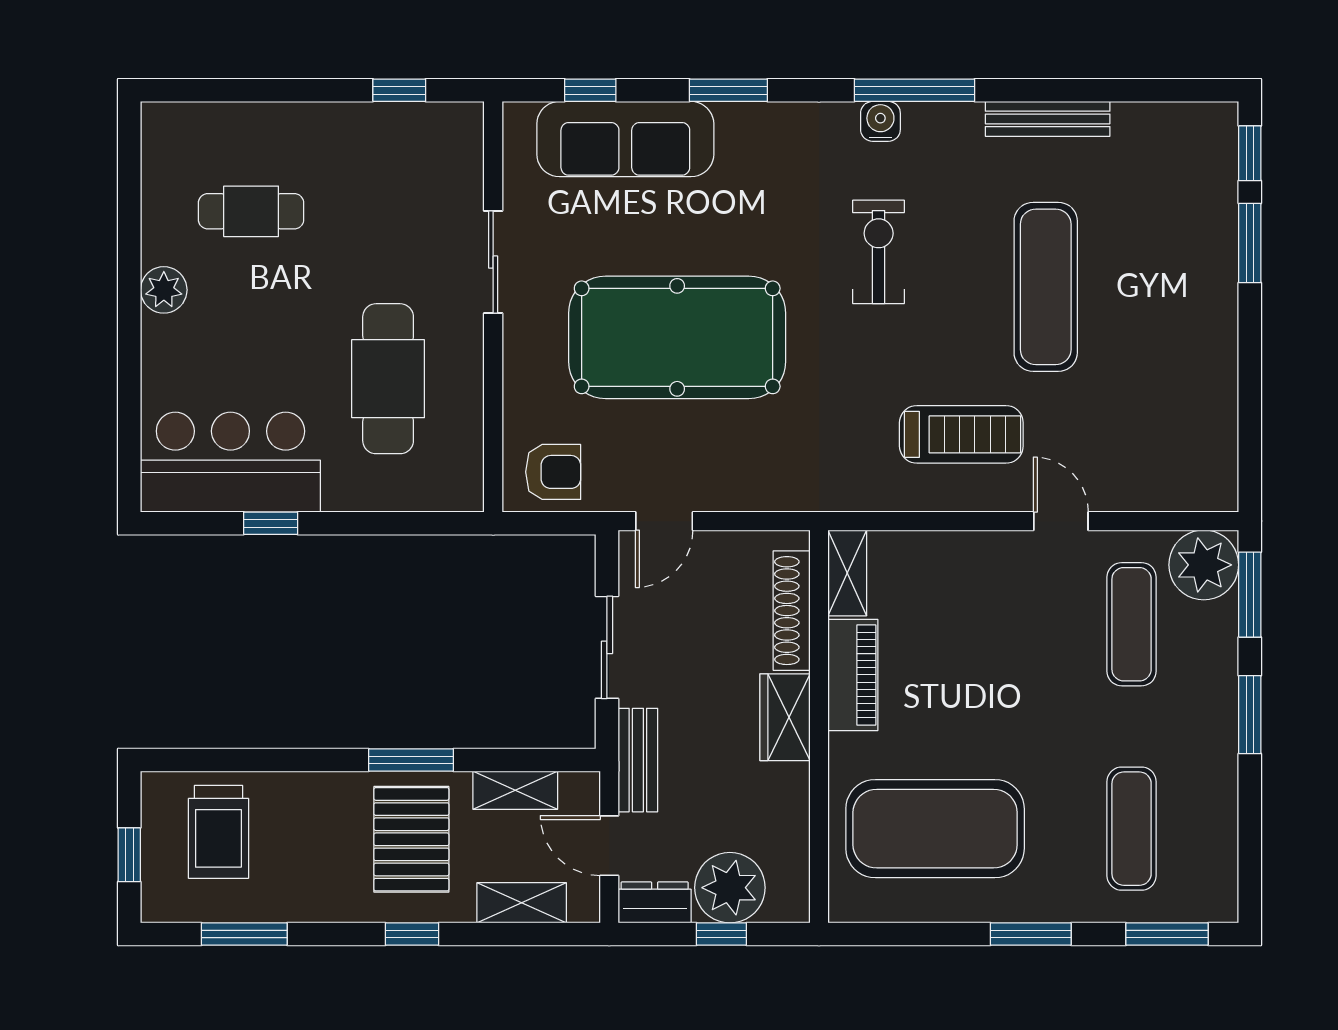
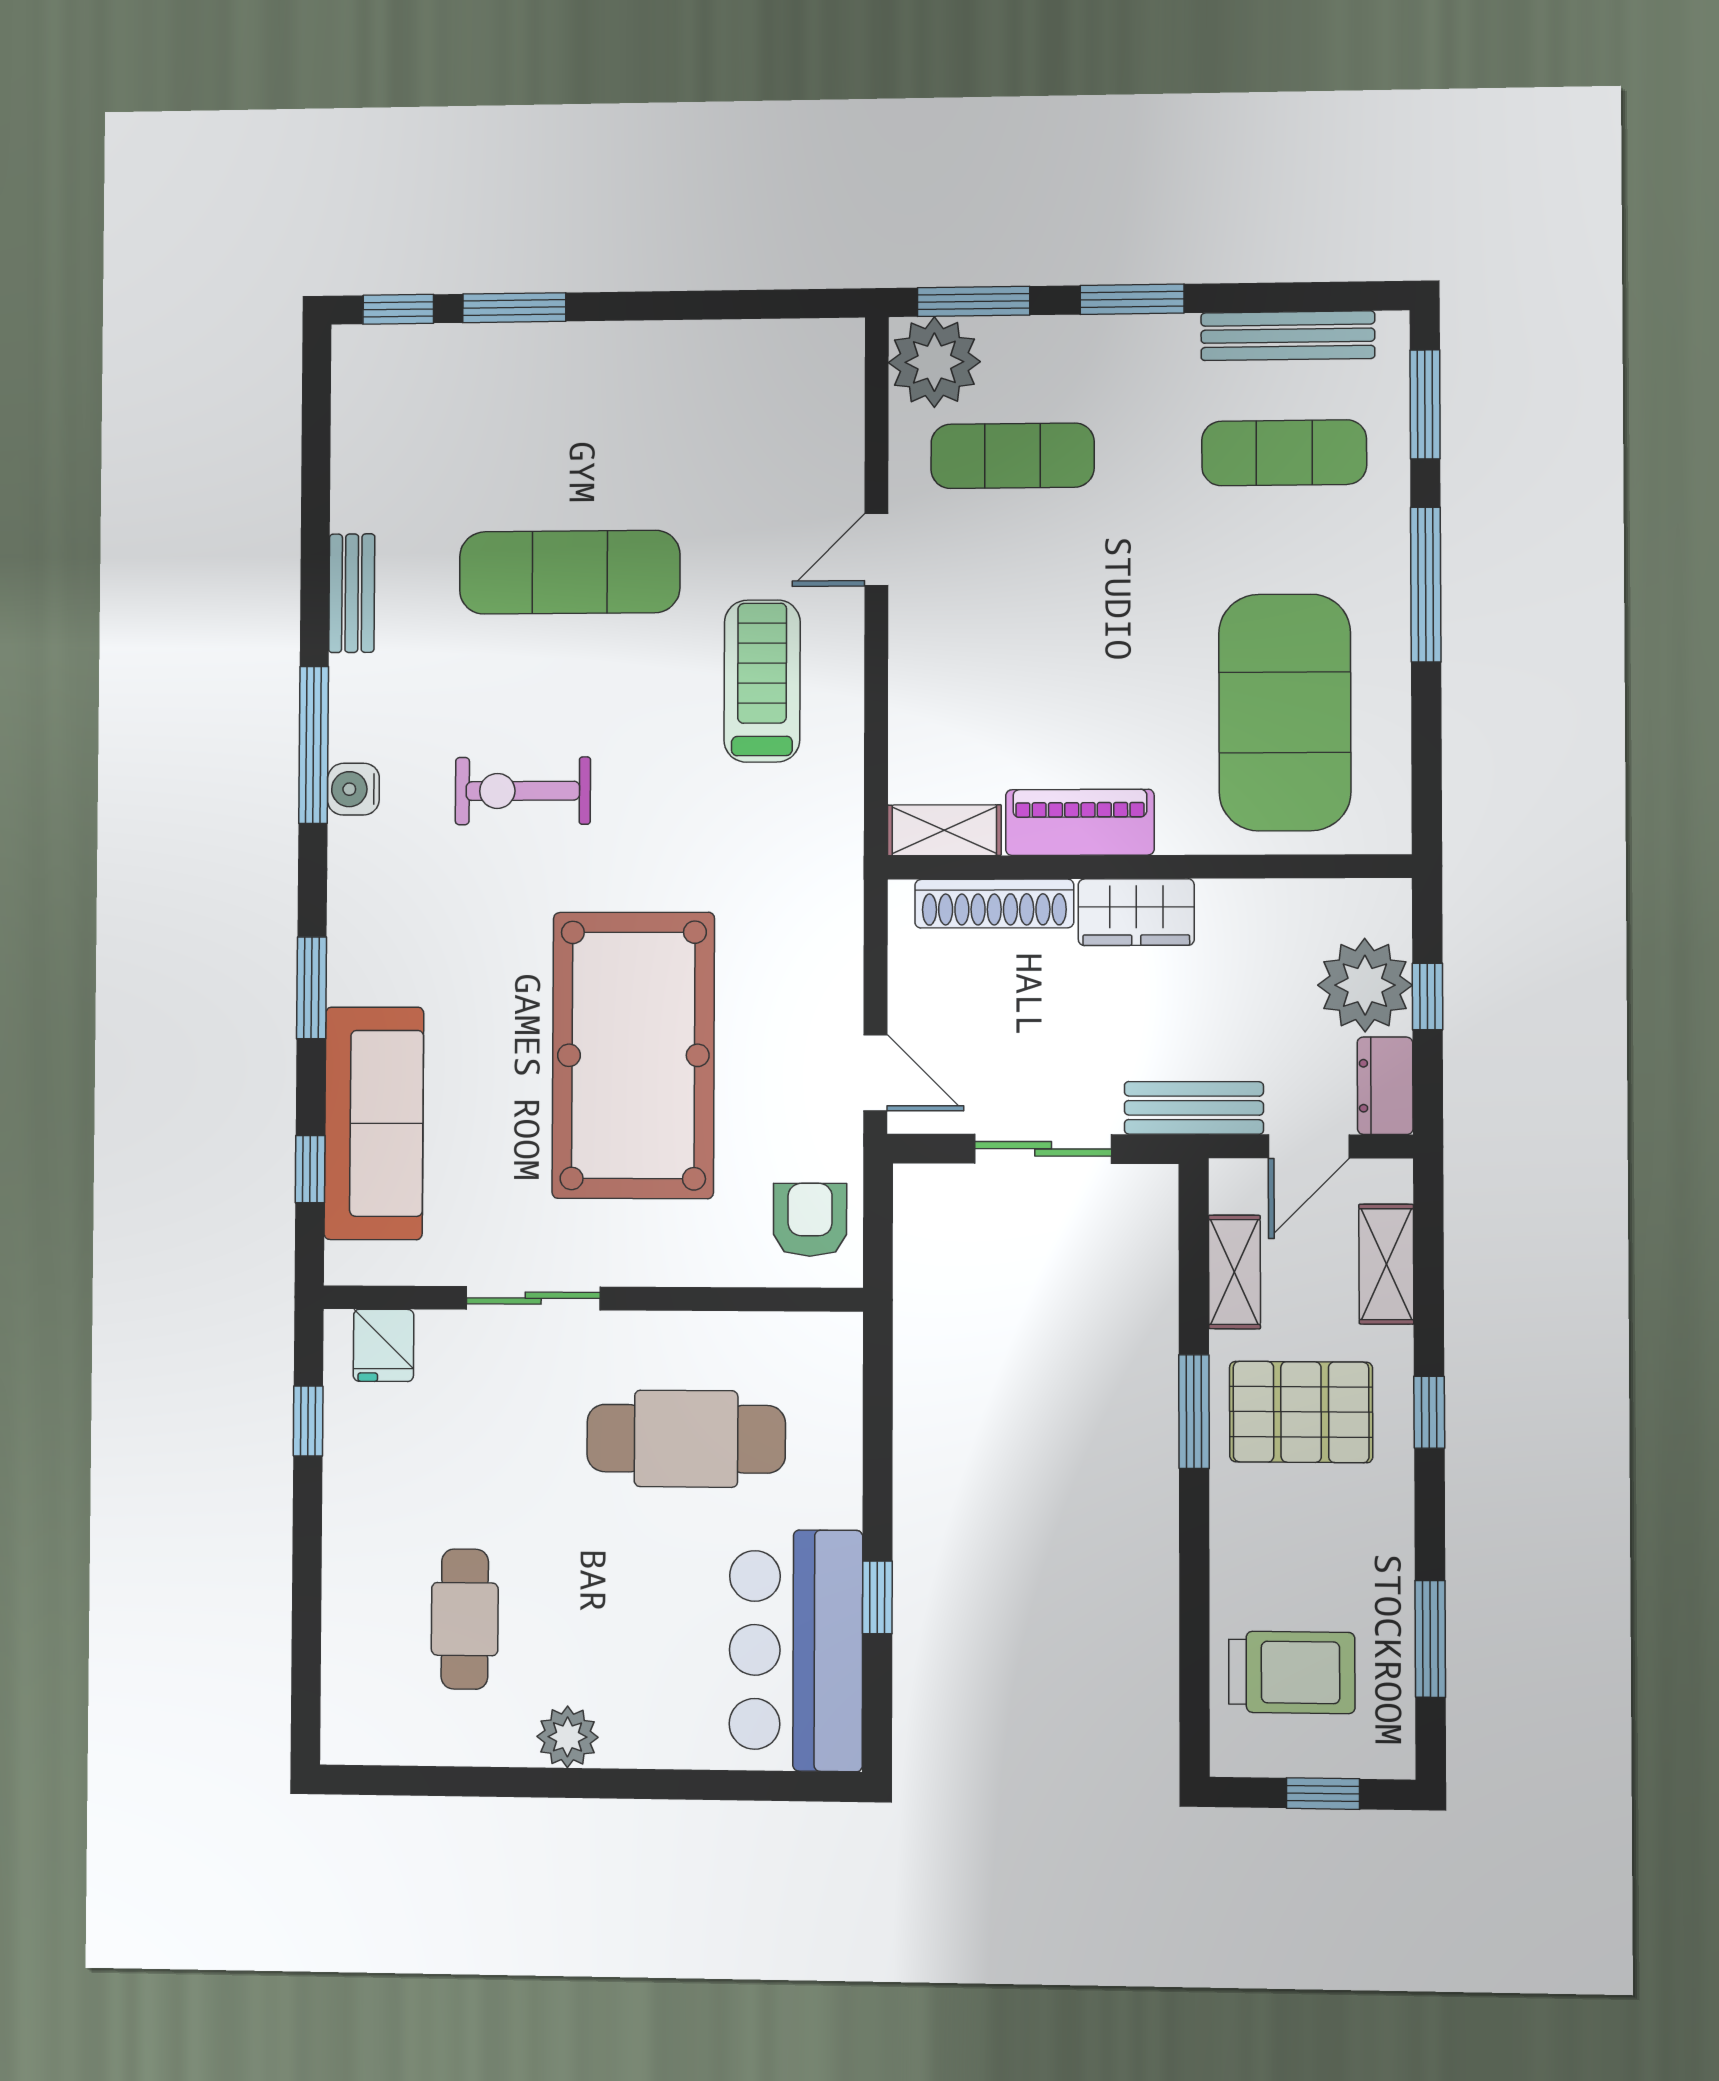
bench: (1048, 119) -> (352, 593), width x0.73
fridge: (457, 148) -> (384, 1345), added
bench: (1220, 832) -> (1288, 336), added
window: (1031, 934) -> (1426, 585), width x1.44

